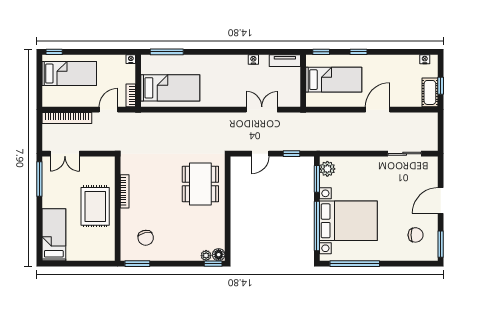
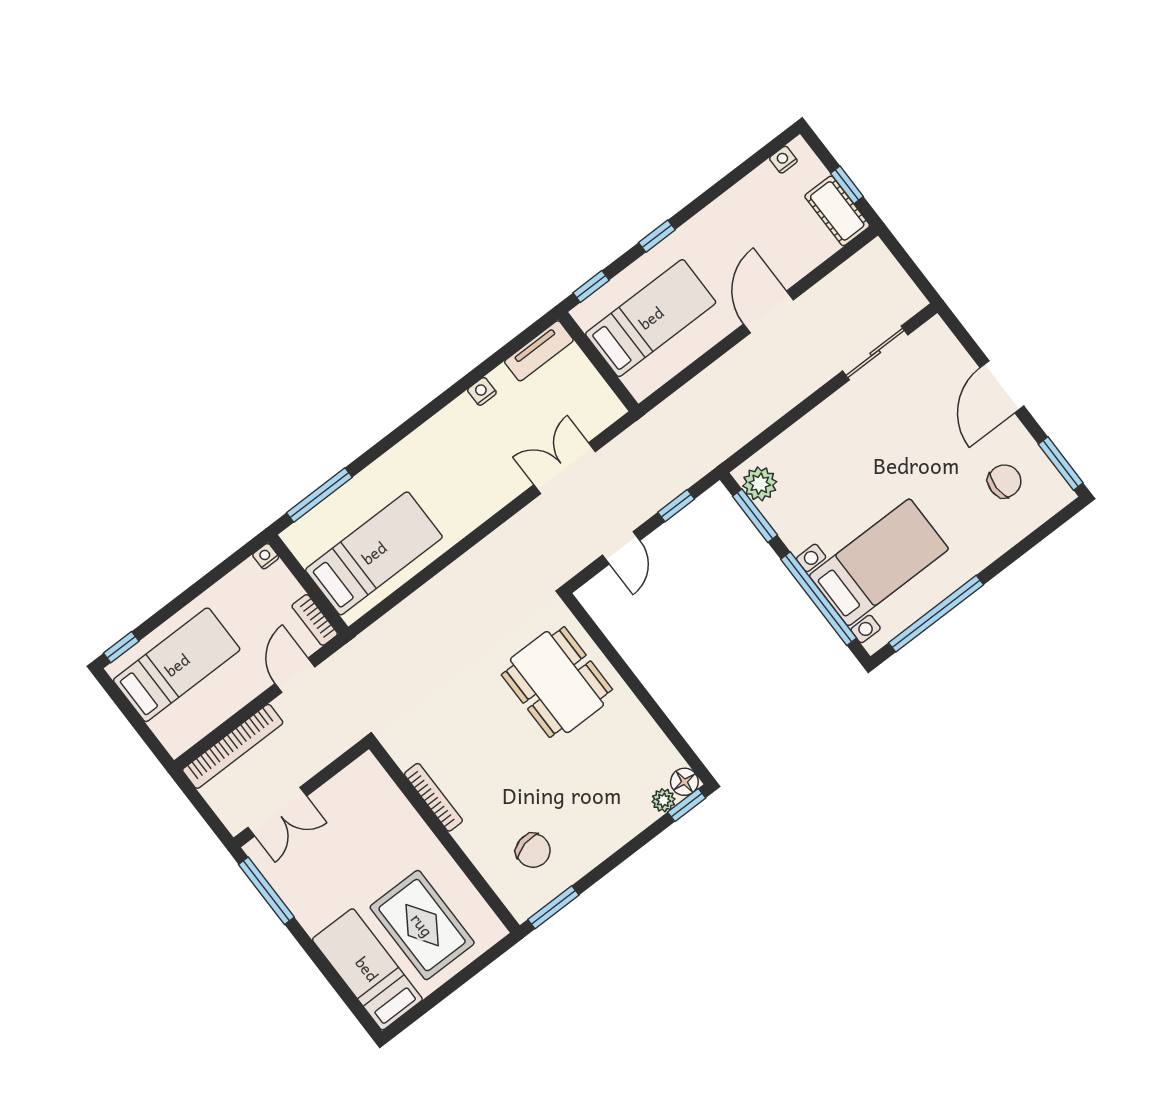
rug: (95, 206) -> (422, 925), moved
bed with nightstands: (348, 221) -> (879, 562), width x0.73

